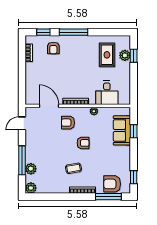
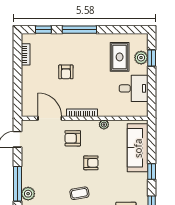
armchair: (53, 48) -> (66, 72), moved
desk: (107, 93) -> (134, 88), moved, turned -90
sofa: (122, 130) -> (138, 148), width x1.36
window: (134, 131) -> (152, 171), moved

